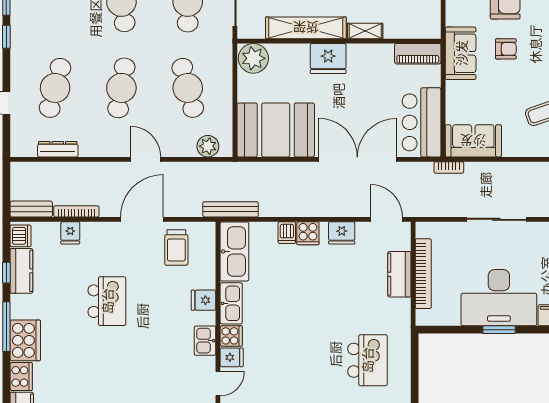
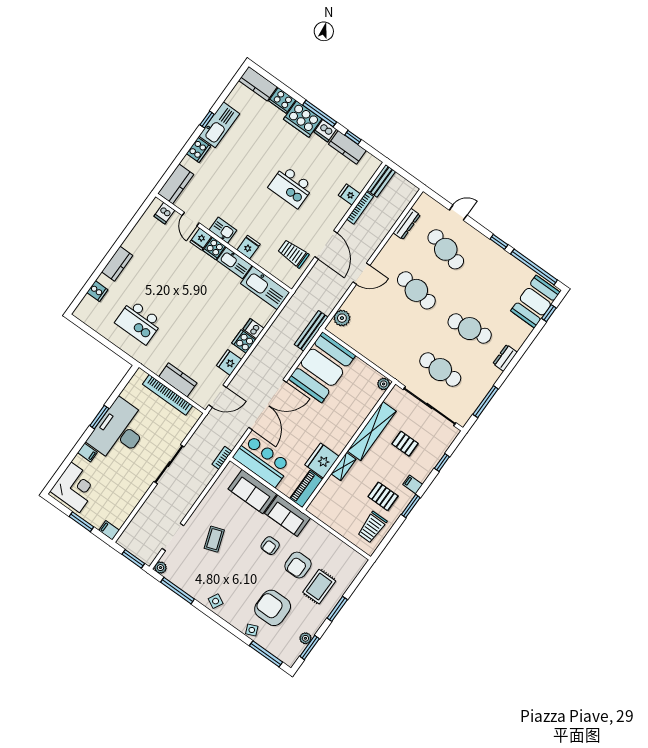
plant: (253, 58) -> (384, 384), width x0.53, depth x0.53
fridge: (328, 59) -> (322, 461), moved
cafe table: (188, 88) -> (387, 331), removed
sofa: (473, 141) -> (252, 492), moved, turned 90
bench: (231, 209) -> (311, 331), moved
dishwasher: (21, 236) -> (325, 131), moved

